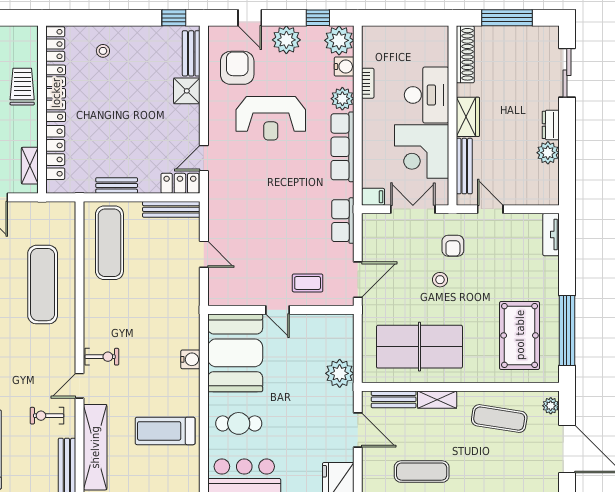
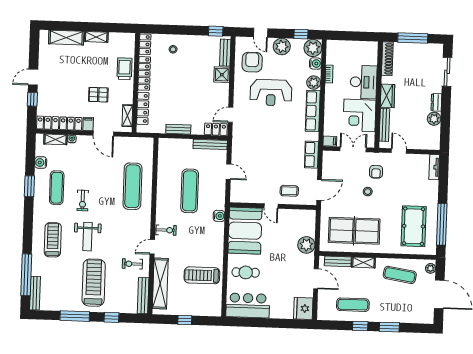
exercise mat: (109, 243) -> (190, 191), moved
water cooler: (190, 359) -> (219, 216), moved

